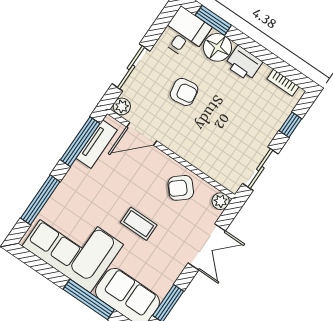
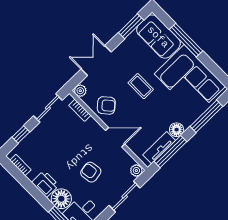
door: (142, 134) -> (115, 137), moved
floor lamp: (78, 173) -> (177, 130), added
bookcase: (216, 174) -> (80, 110), added

